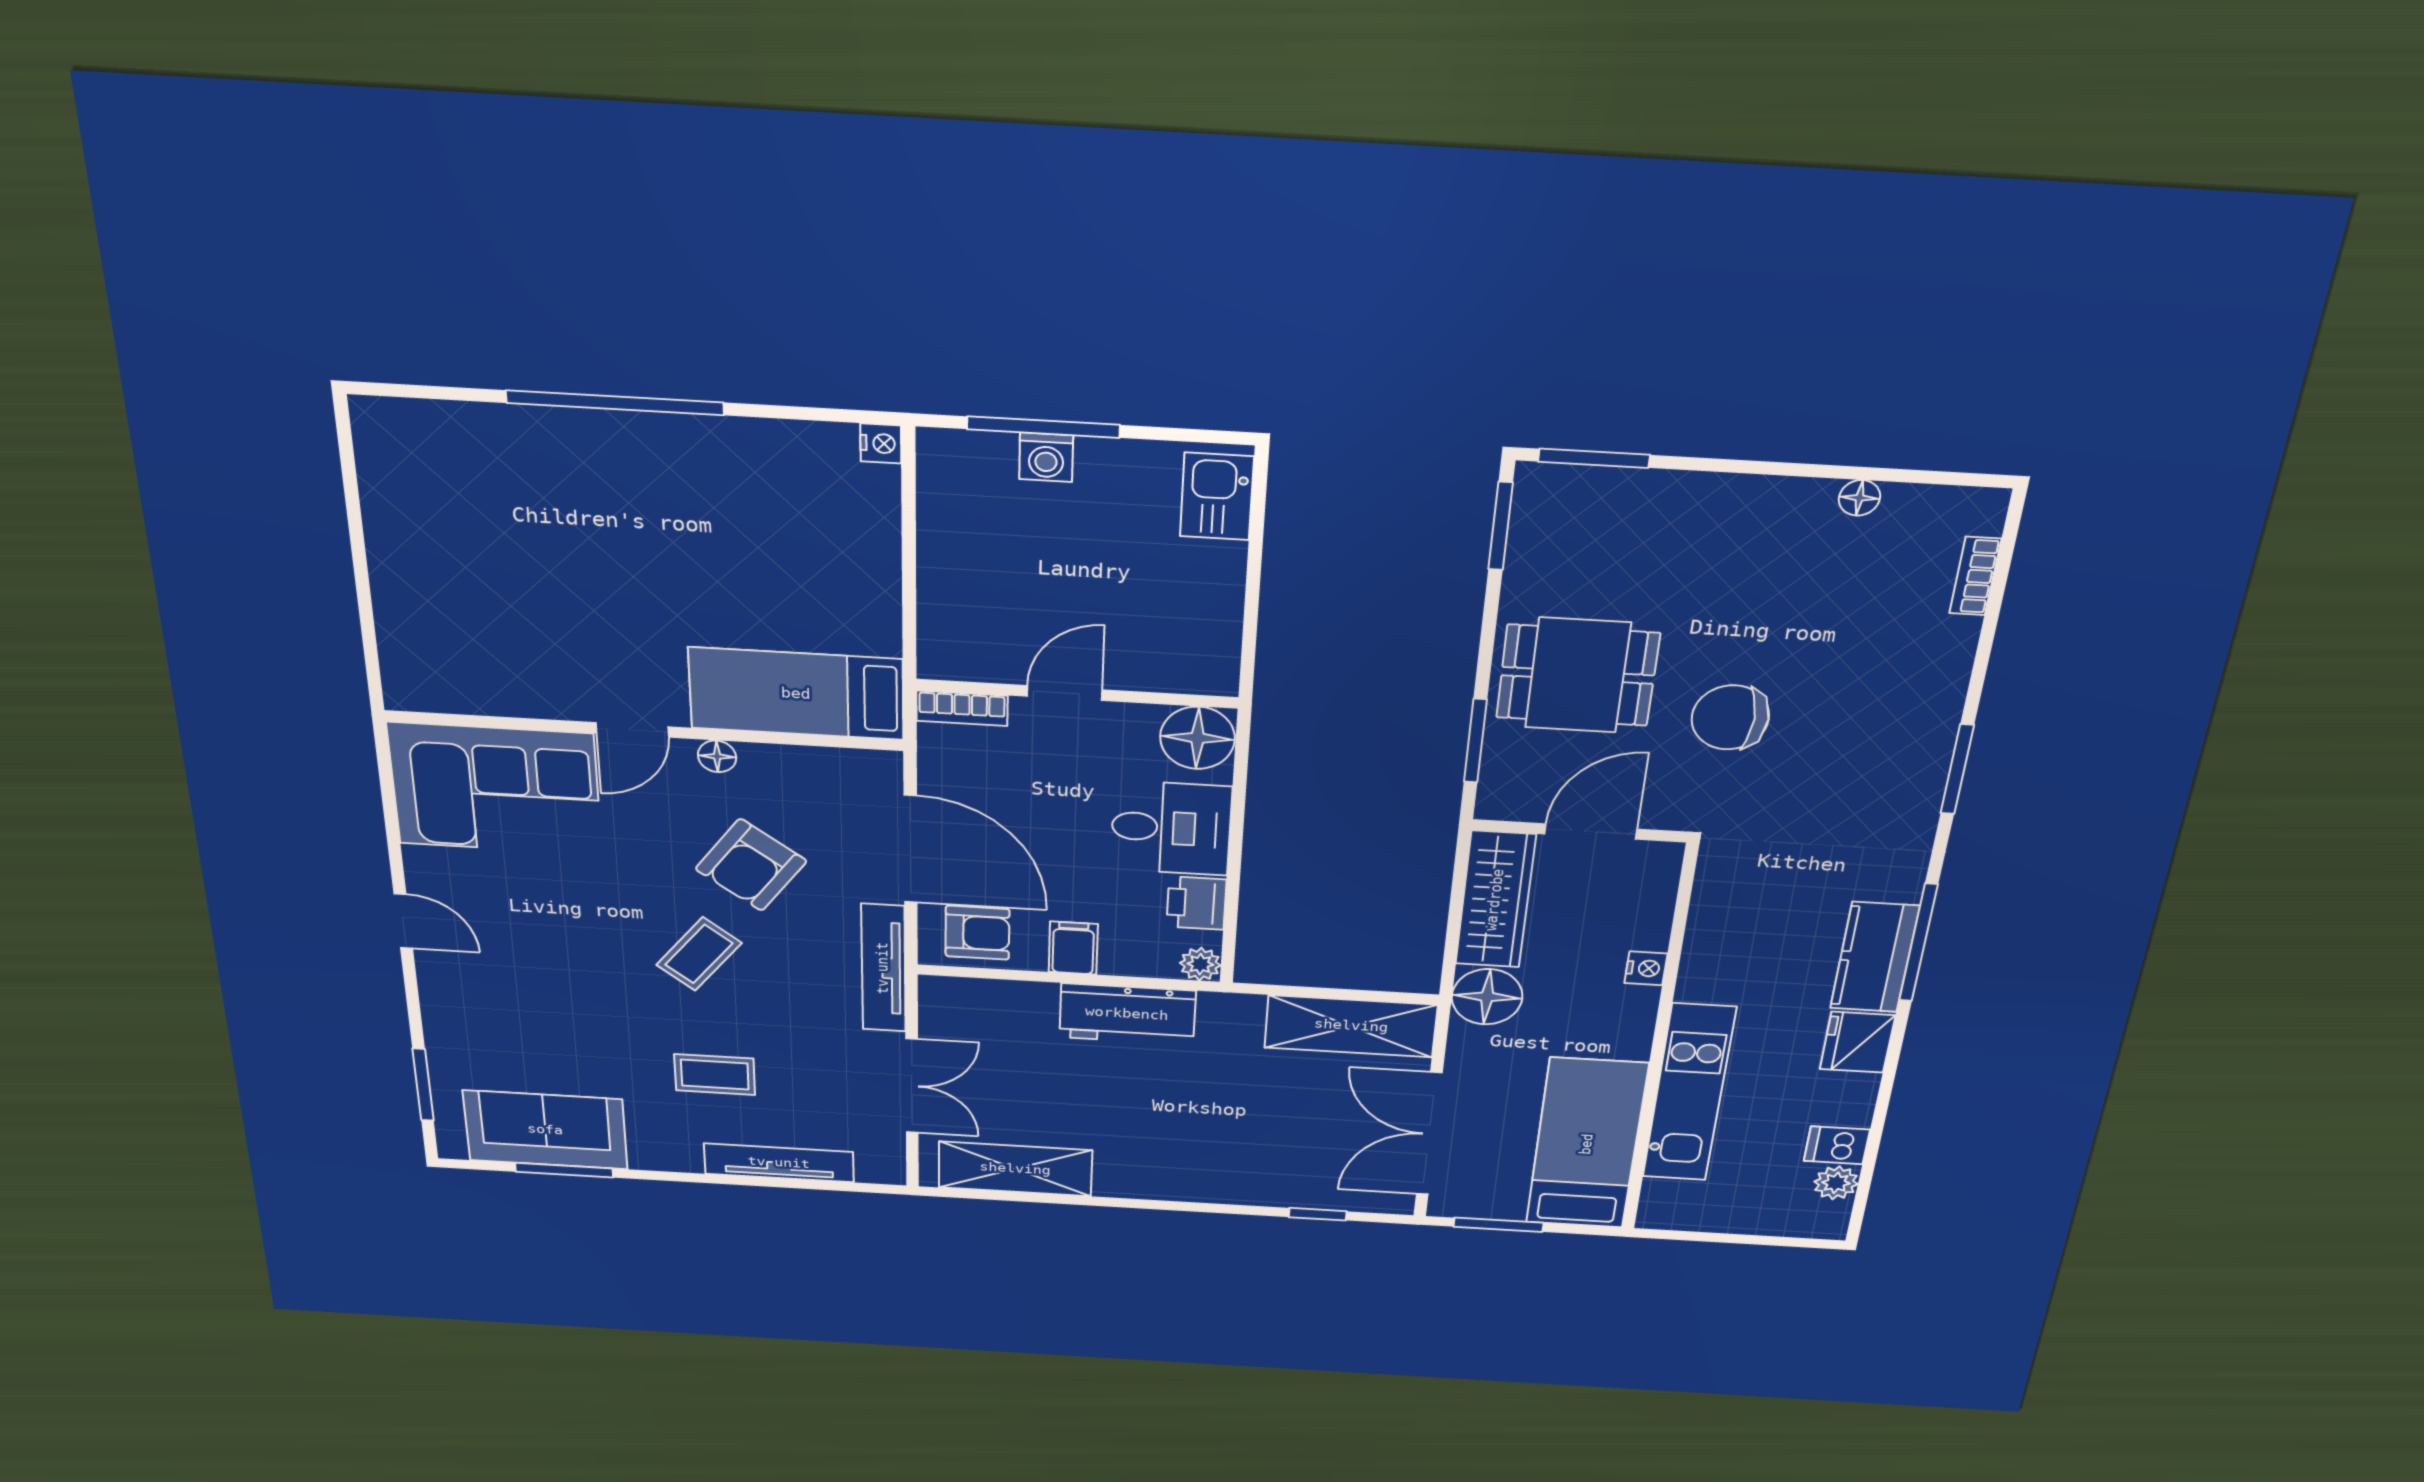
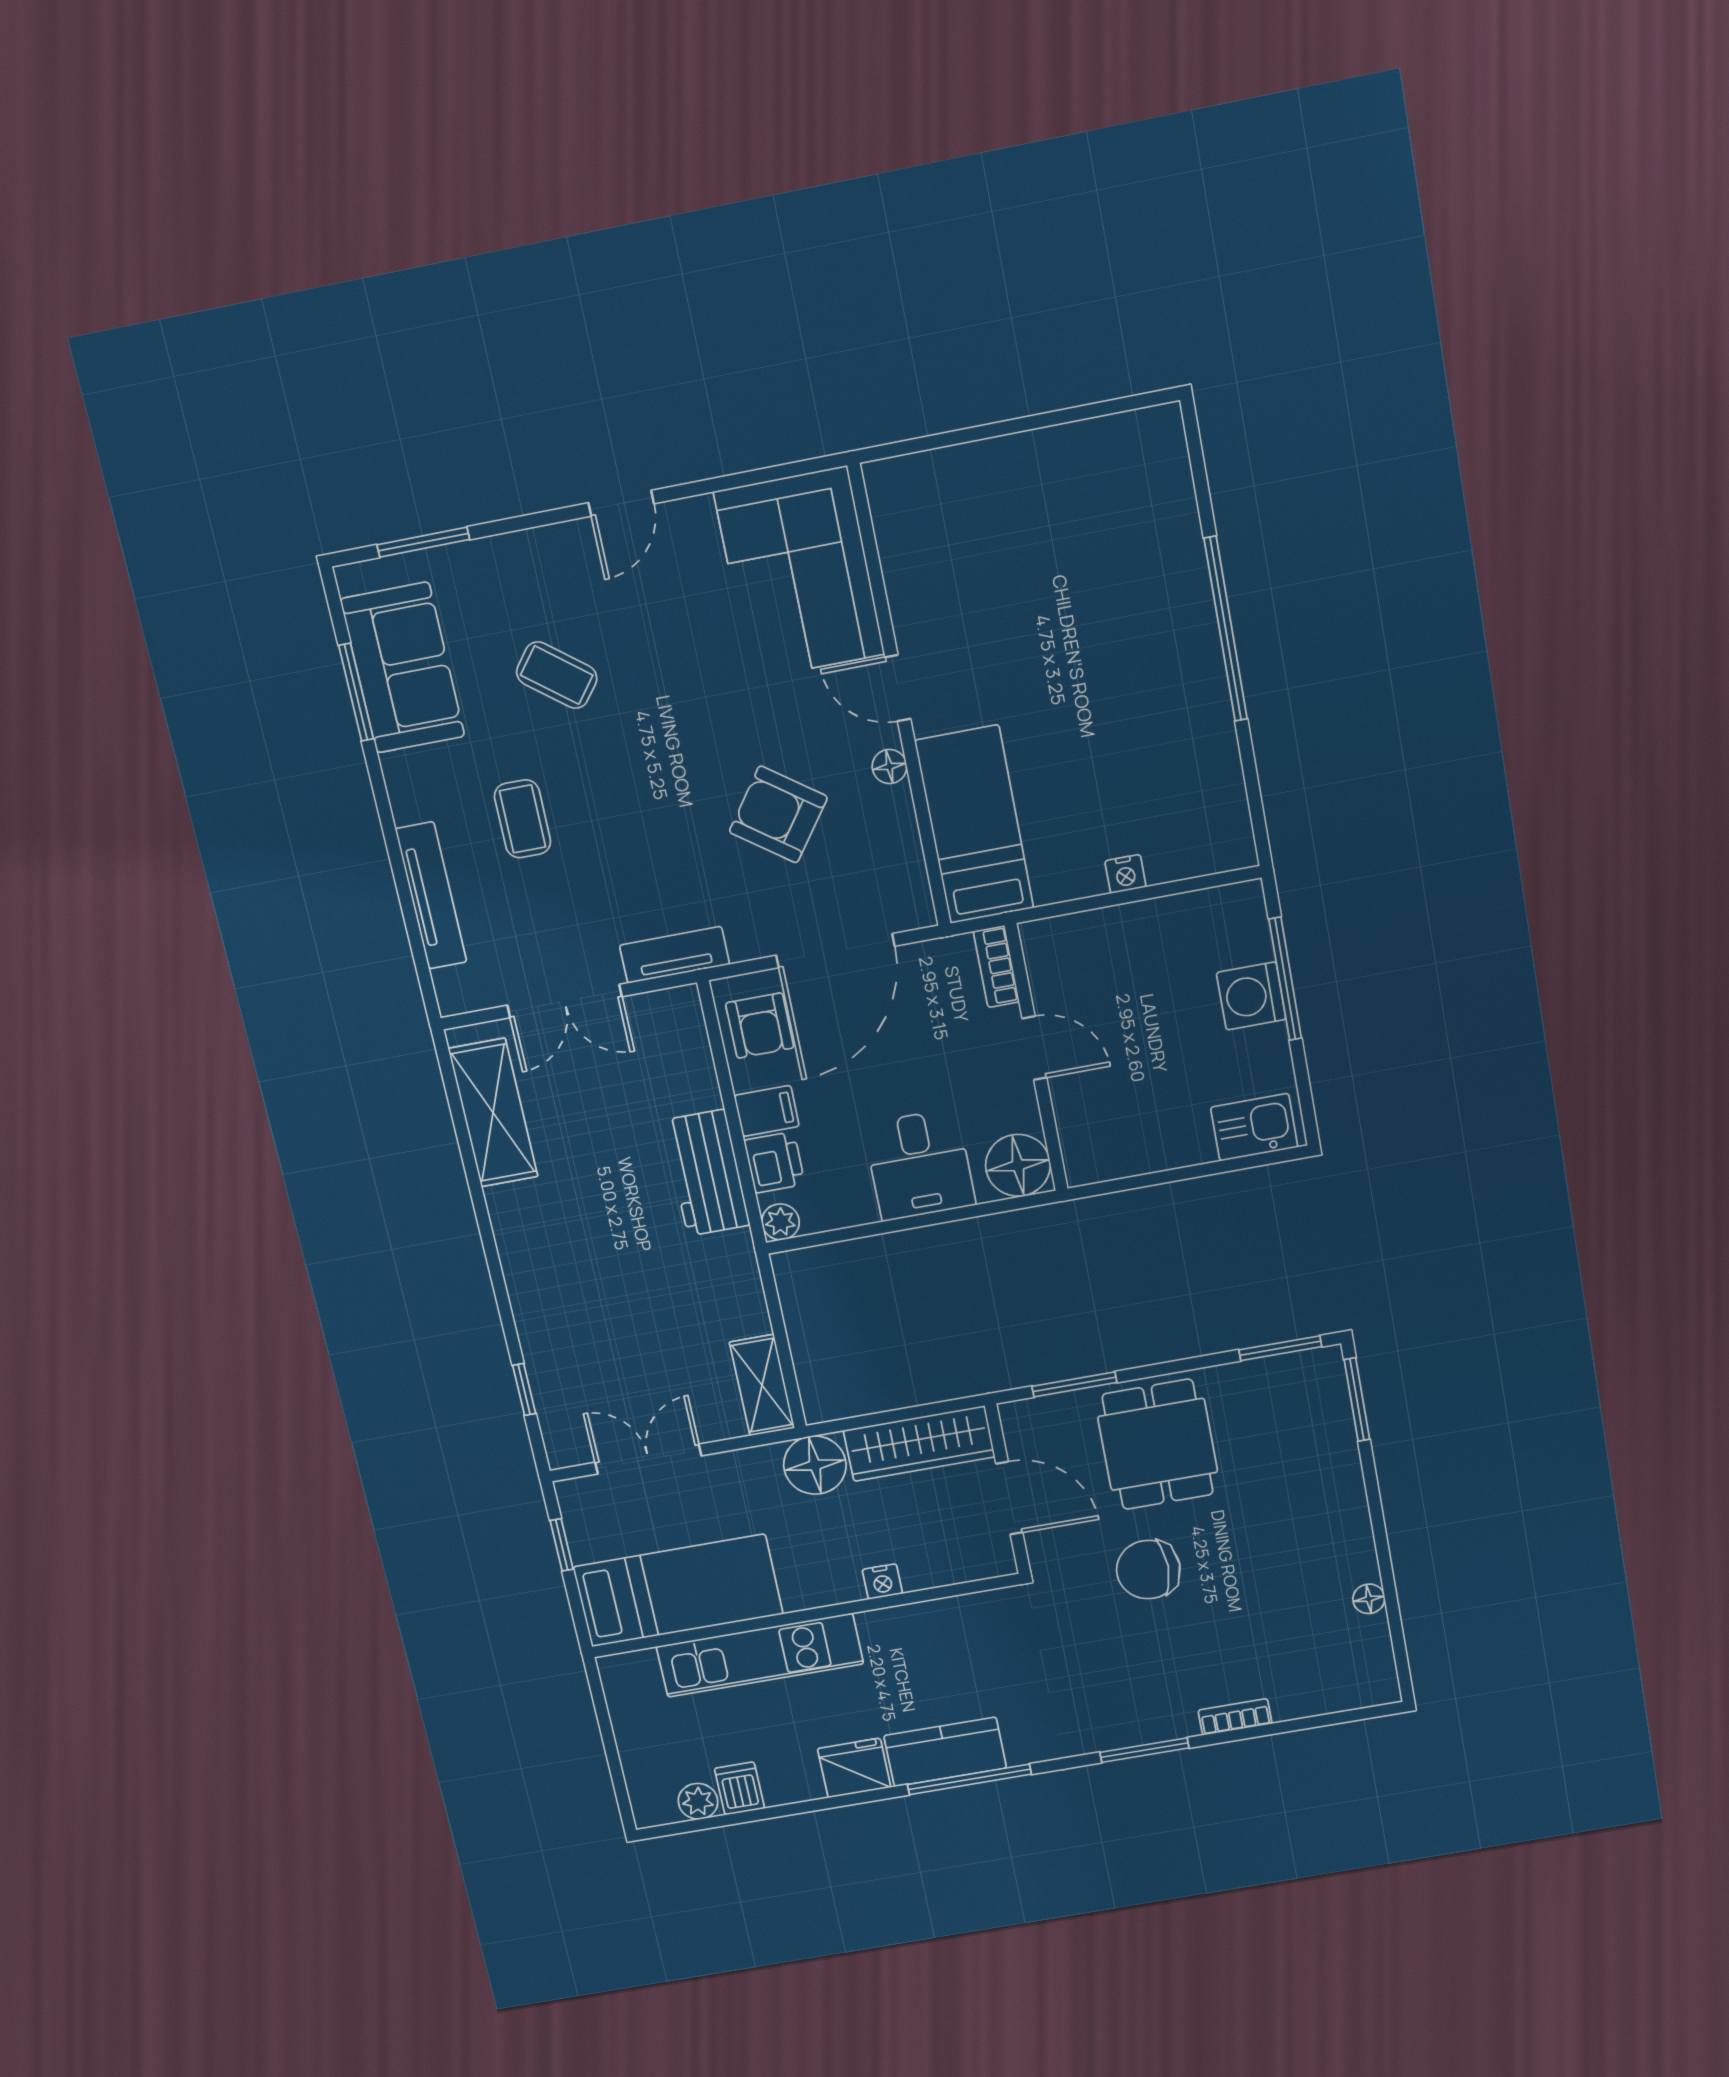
nightstand: (881, 443) -> (1125, 874), moved
washing machine: (1046, 457) -> (1251, 996), width x1.38, depth x1.38
bookcase: (1975, 576) -> (1235, 1717), moved
chair: (1730, 717) -> (1148, 1570), turned -90
printer: (1196, 903) -> (774, 1162), moved, turned 90
coffee table: (699, 954) -> (557, 675), moved
tv unit: (883, 968) -> (674, 955), width x0.71
shelving: (1351, 1026) -> (762, 1385), width x0.67, depth x0.75
double door: (1429, 1134) -> (648, 1459), width x0.73
window: (1498, 1225) -> (562, 1545), width x0.67

